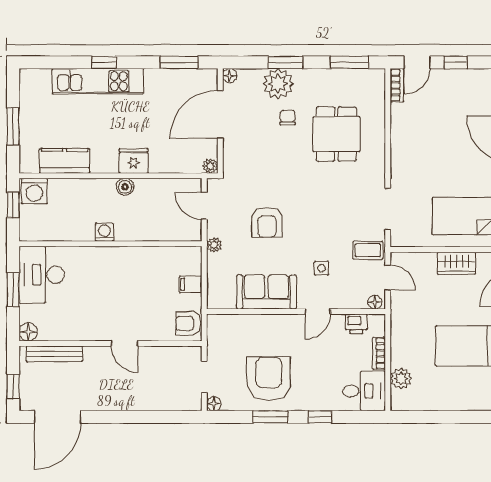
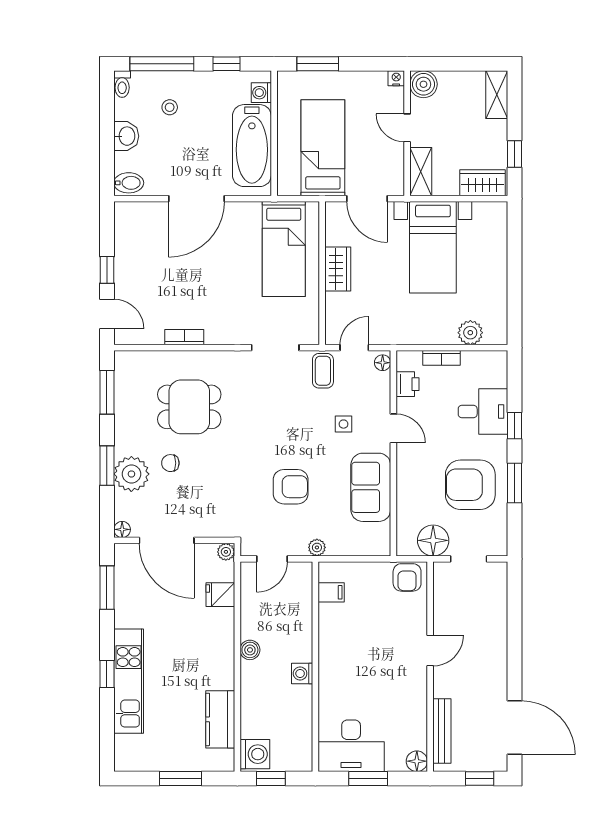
bookcase: (397, 85) -> (184, 337), moved
fridge: (134, 161) -> (220, 595), moved, width x0.72
filing cabinet: (191, 284) -> (331, 592), moved, turned -90
desk: (364, 391) -> (483, 412), moved, turned 90
floor lamp: (214, 404) -> (433, 540), moved, width x1.89, depth x1.89

